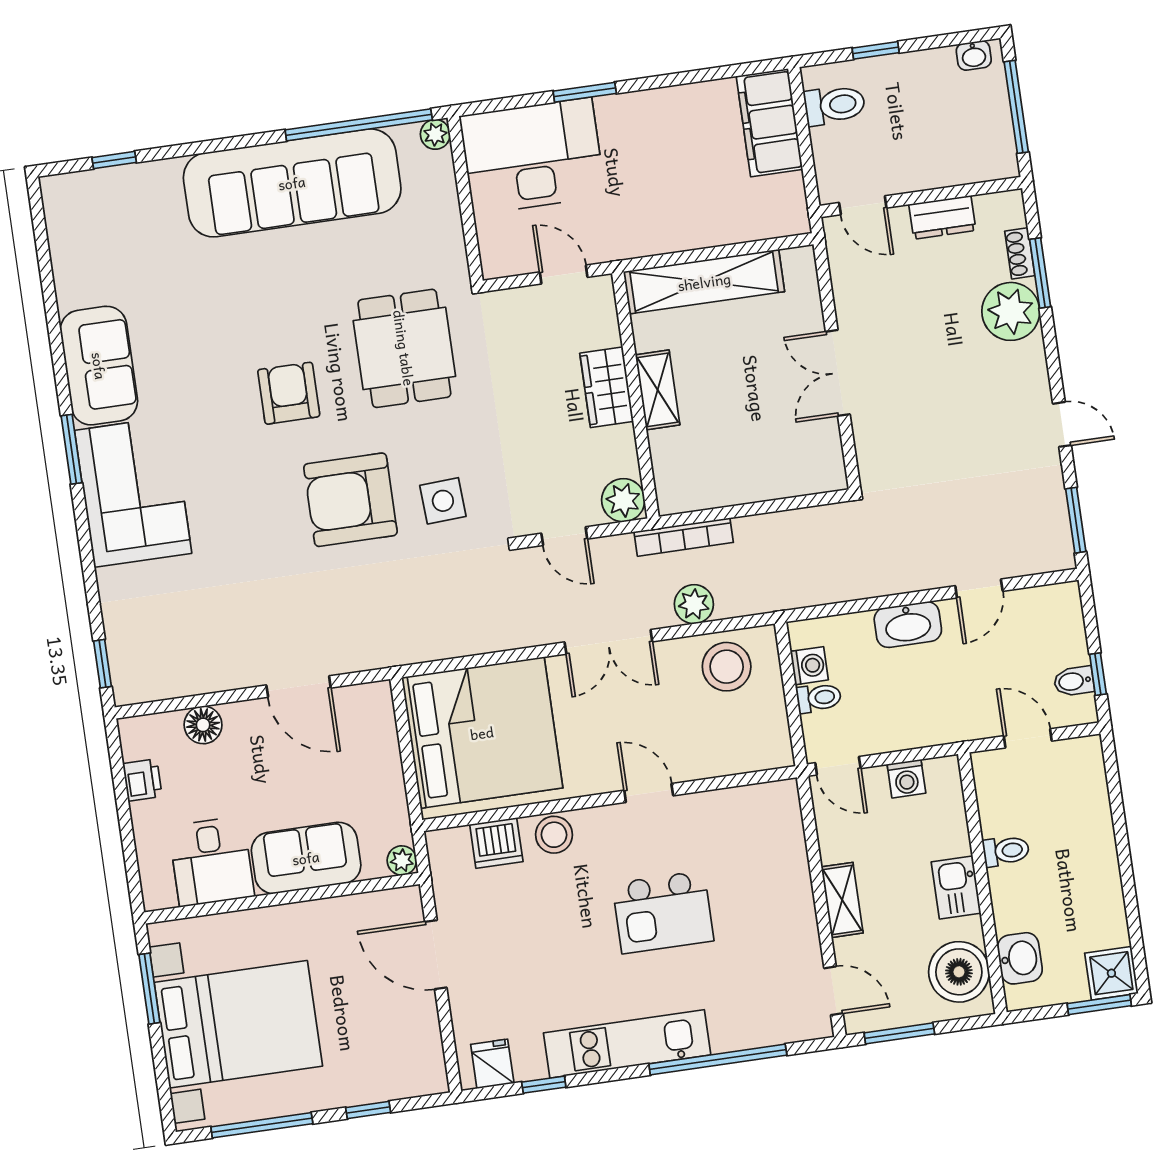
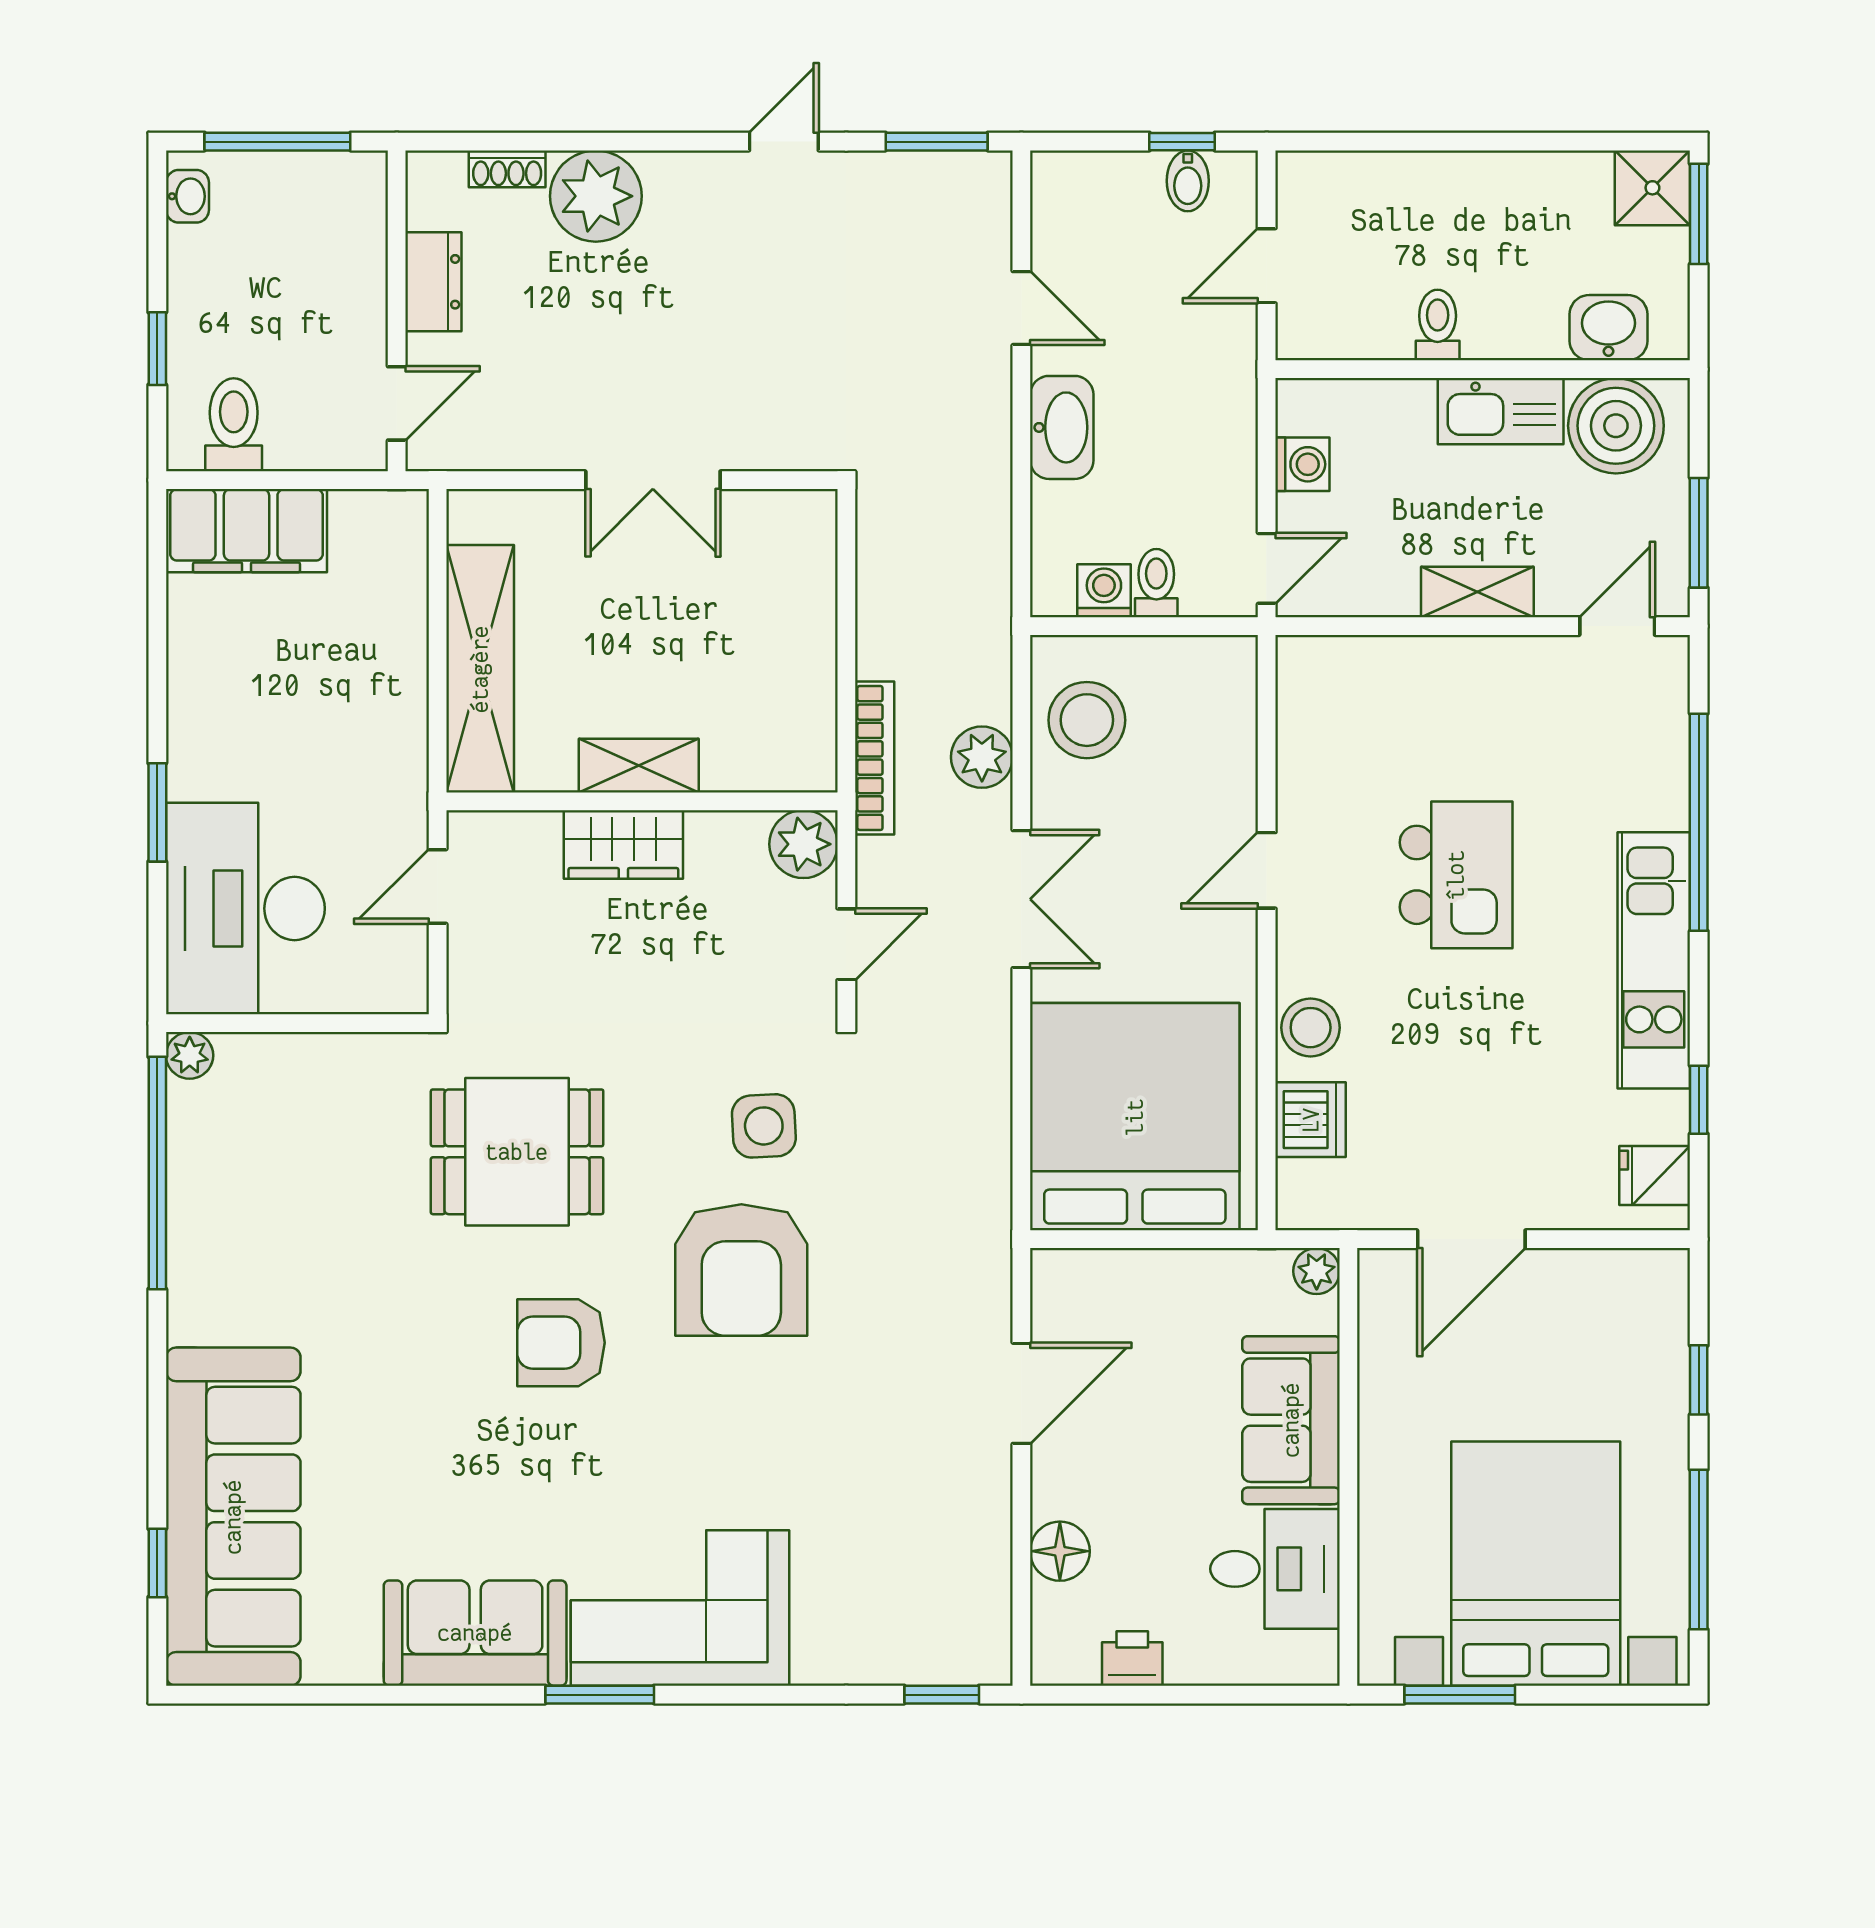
sofa: (292, 183) -> (233, 1517), moved
window: (1040, 273) -> (542, 142), removed
kitchen sink: (956, 887) -> (1501, 411), width x1.38

